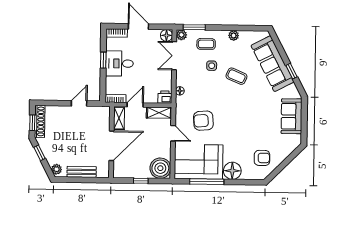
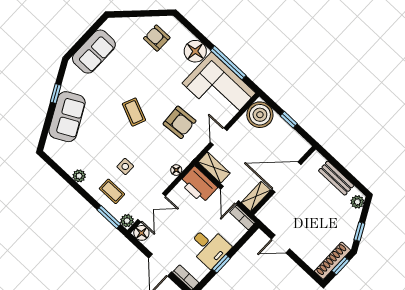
sofa: (272, 64) -> (67, 117), width x0.73
coffee table: (236, 76) -> (134, 112), moved
printer: (165, 97) -> (198, 185), width x1.87, depth x1.48
door: (135, 105) -> (230, 195), hinge flipped

